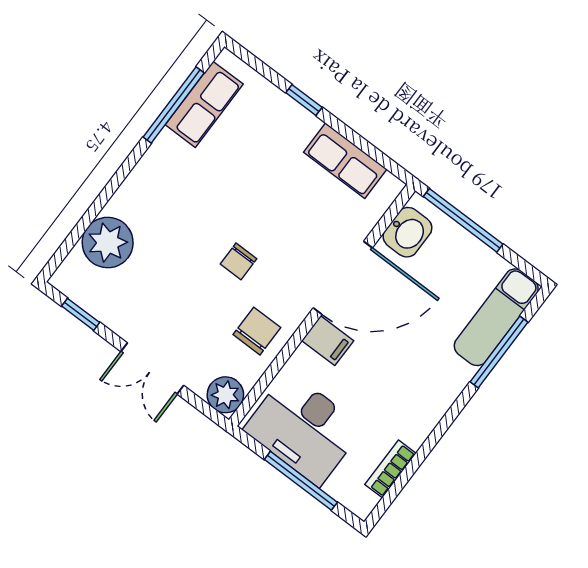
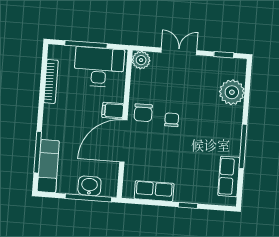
window: (174, 105) -> (243, 146), moved
washbasin: (407, 232) -> (89, 186), moved, turned 90
chair: (257, 331) -> (143, 113), moved
bookcase: (390, 469) -> (51, 81), width x1.56

